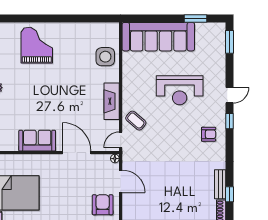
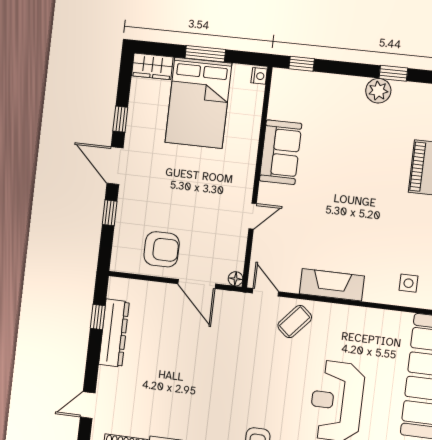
side table: (105, 57) -> (409, 283), width x0.54, depth x0.54
door: (77, 153) -> (253, 216), width x0.53
door: (121, 181) -> (197, 284), hinge flipped

